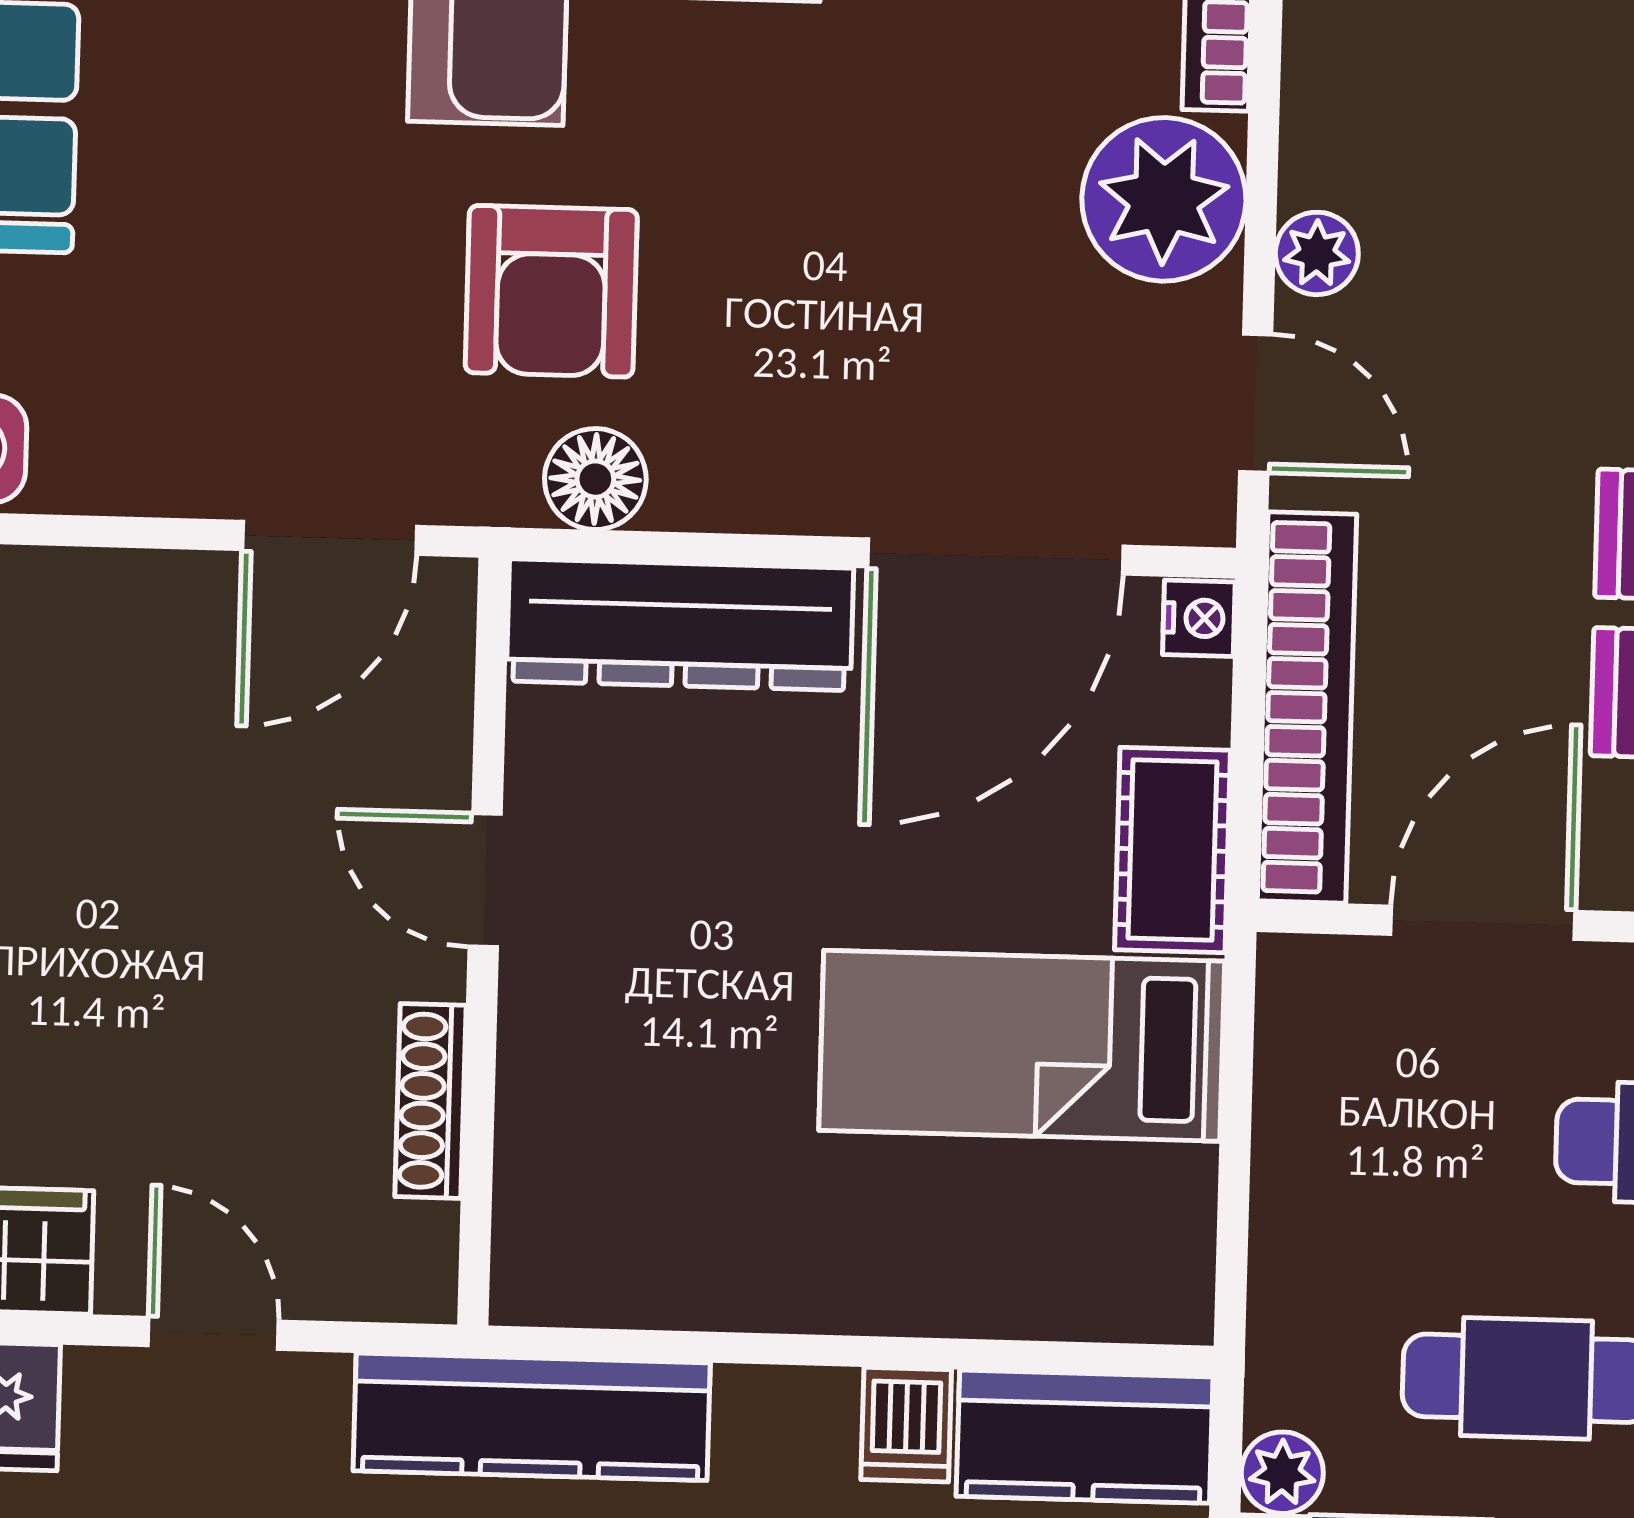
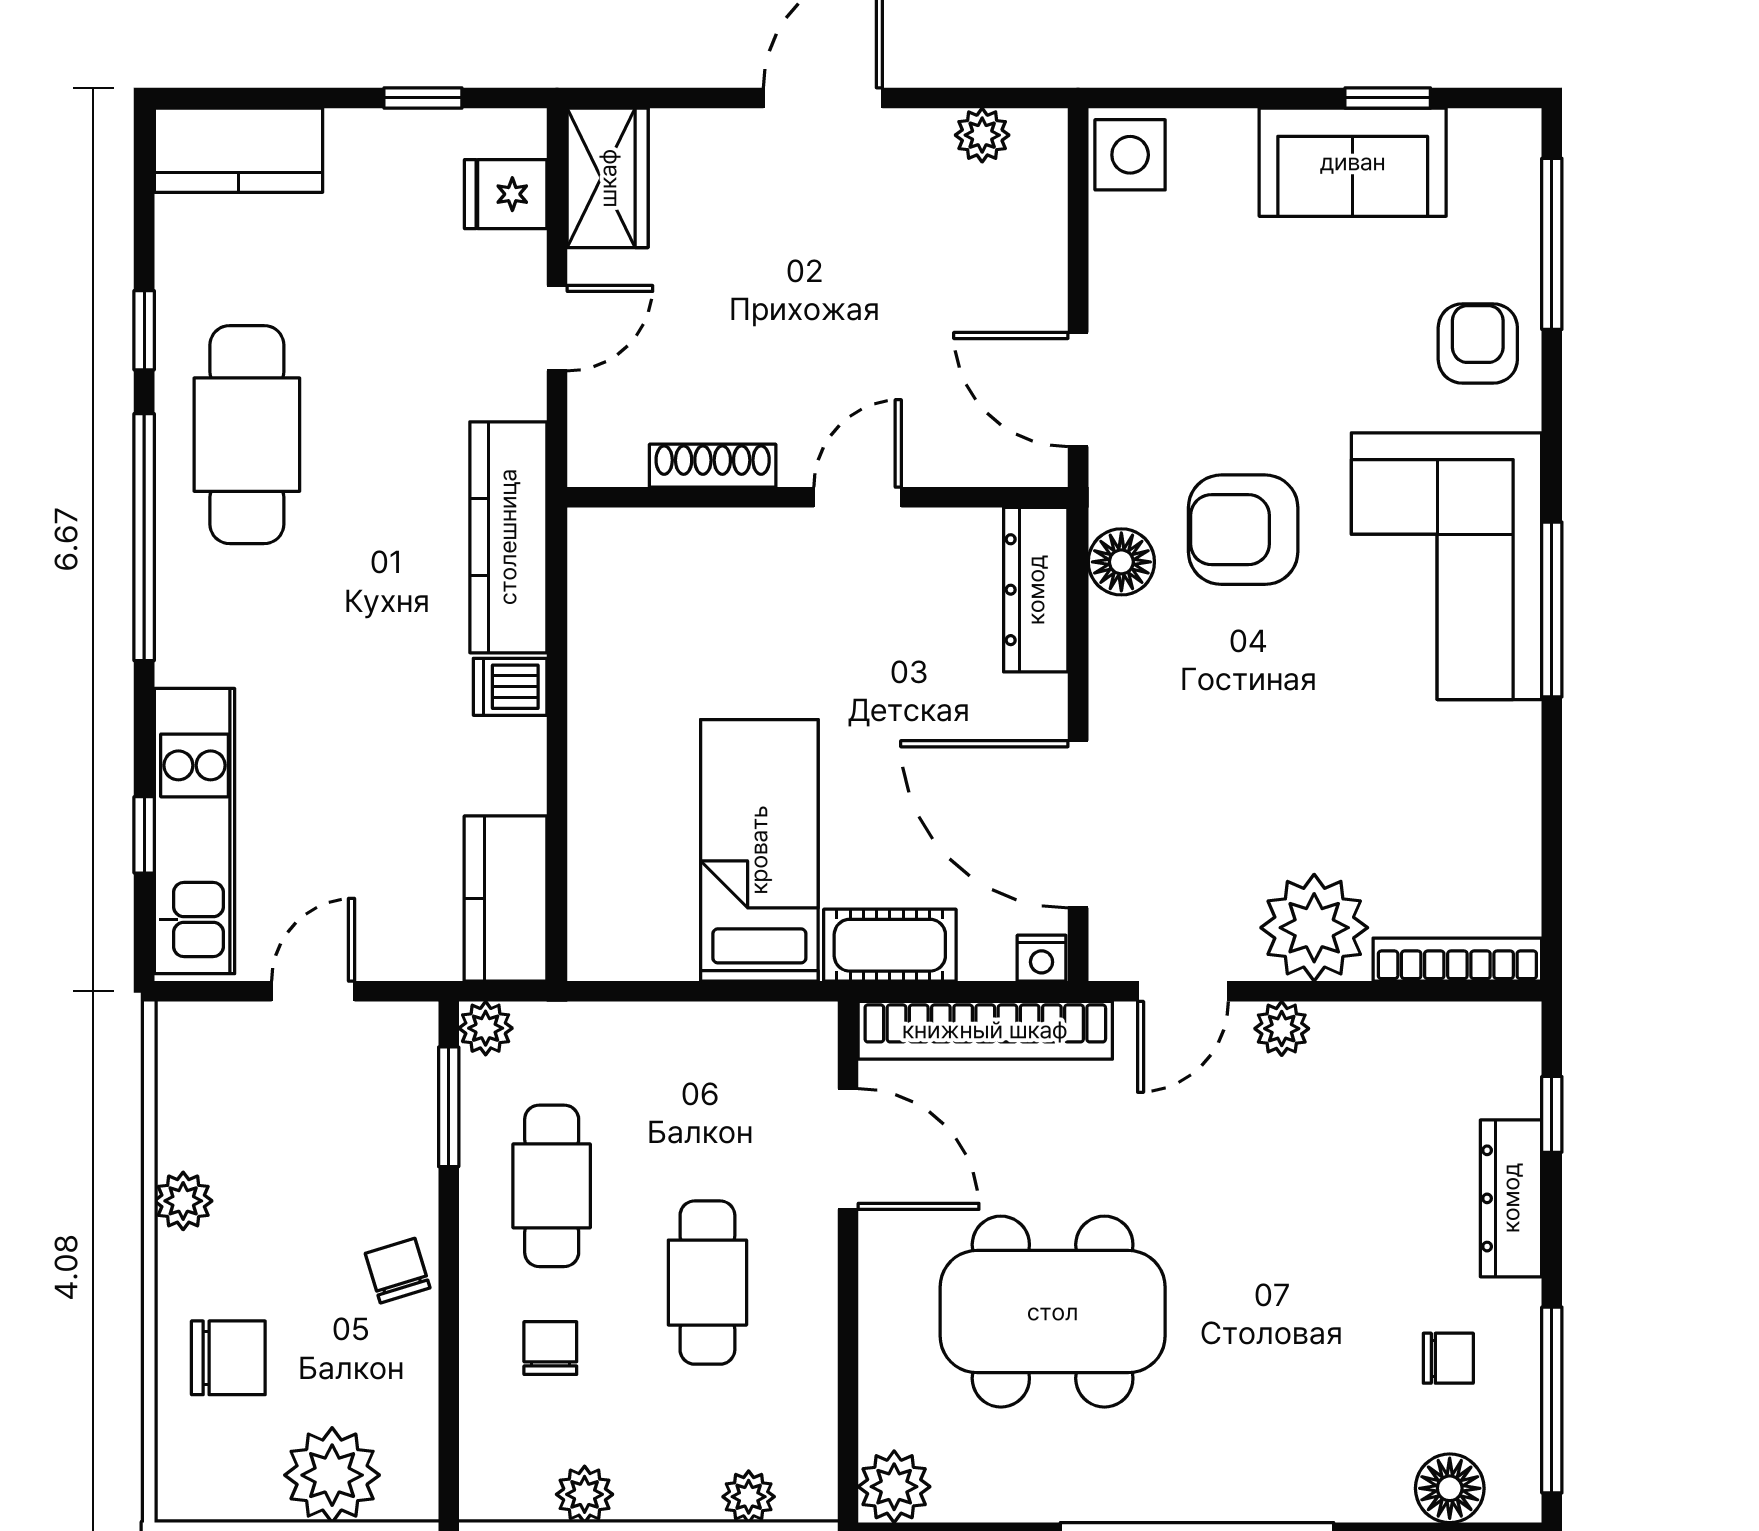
dresser: (680, 625) -> (1036, 590), width x0.73, depth x0.80
dishwasher: (906, 1425) -> (510, 687), moved

